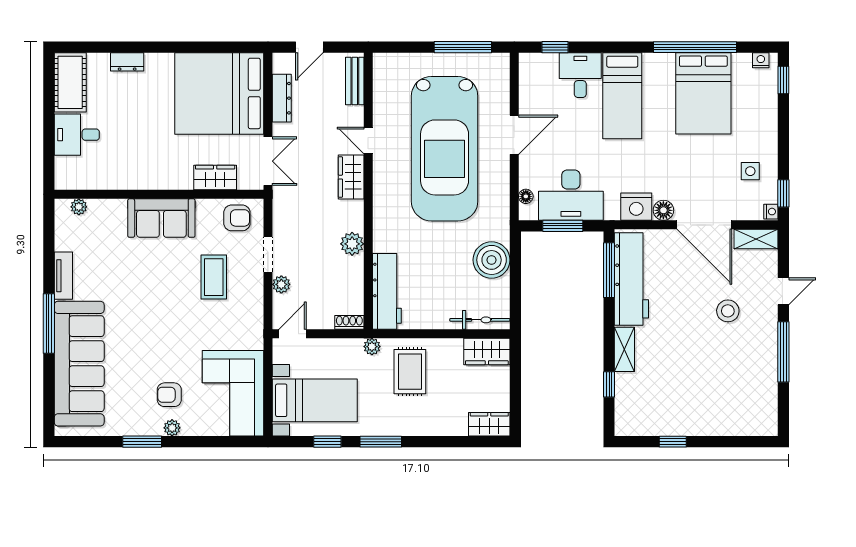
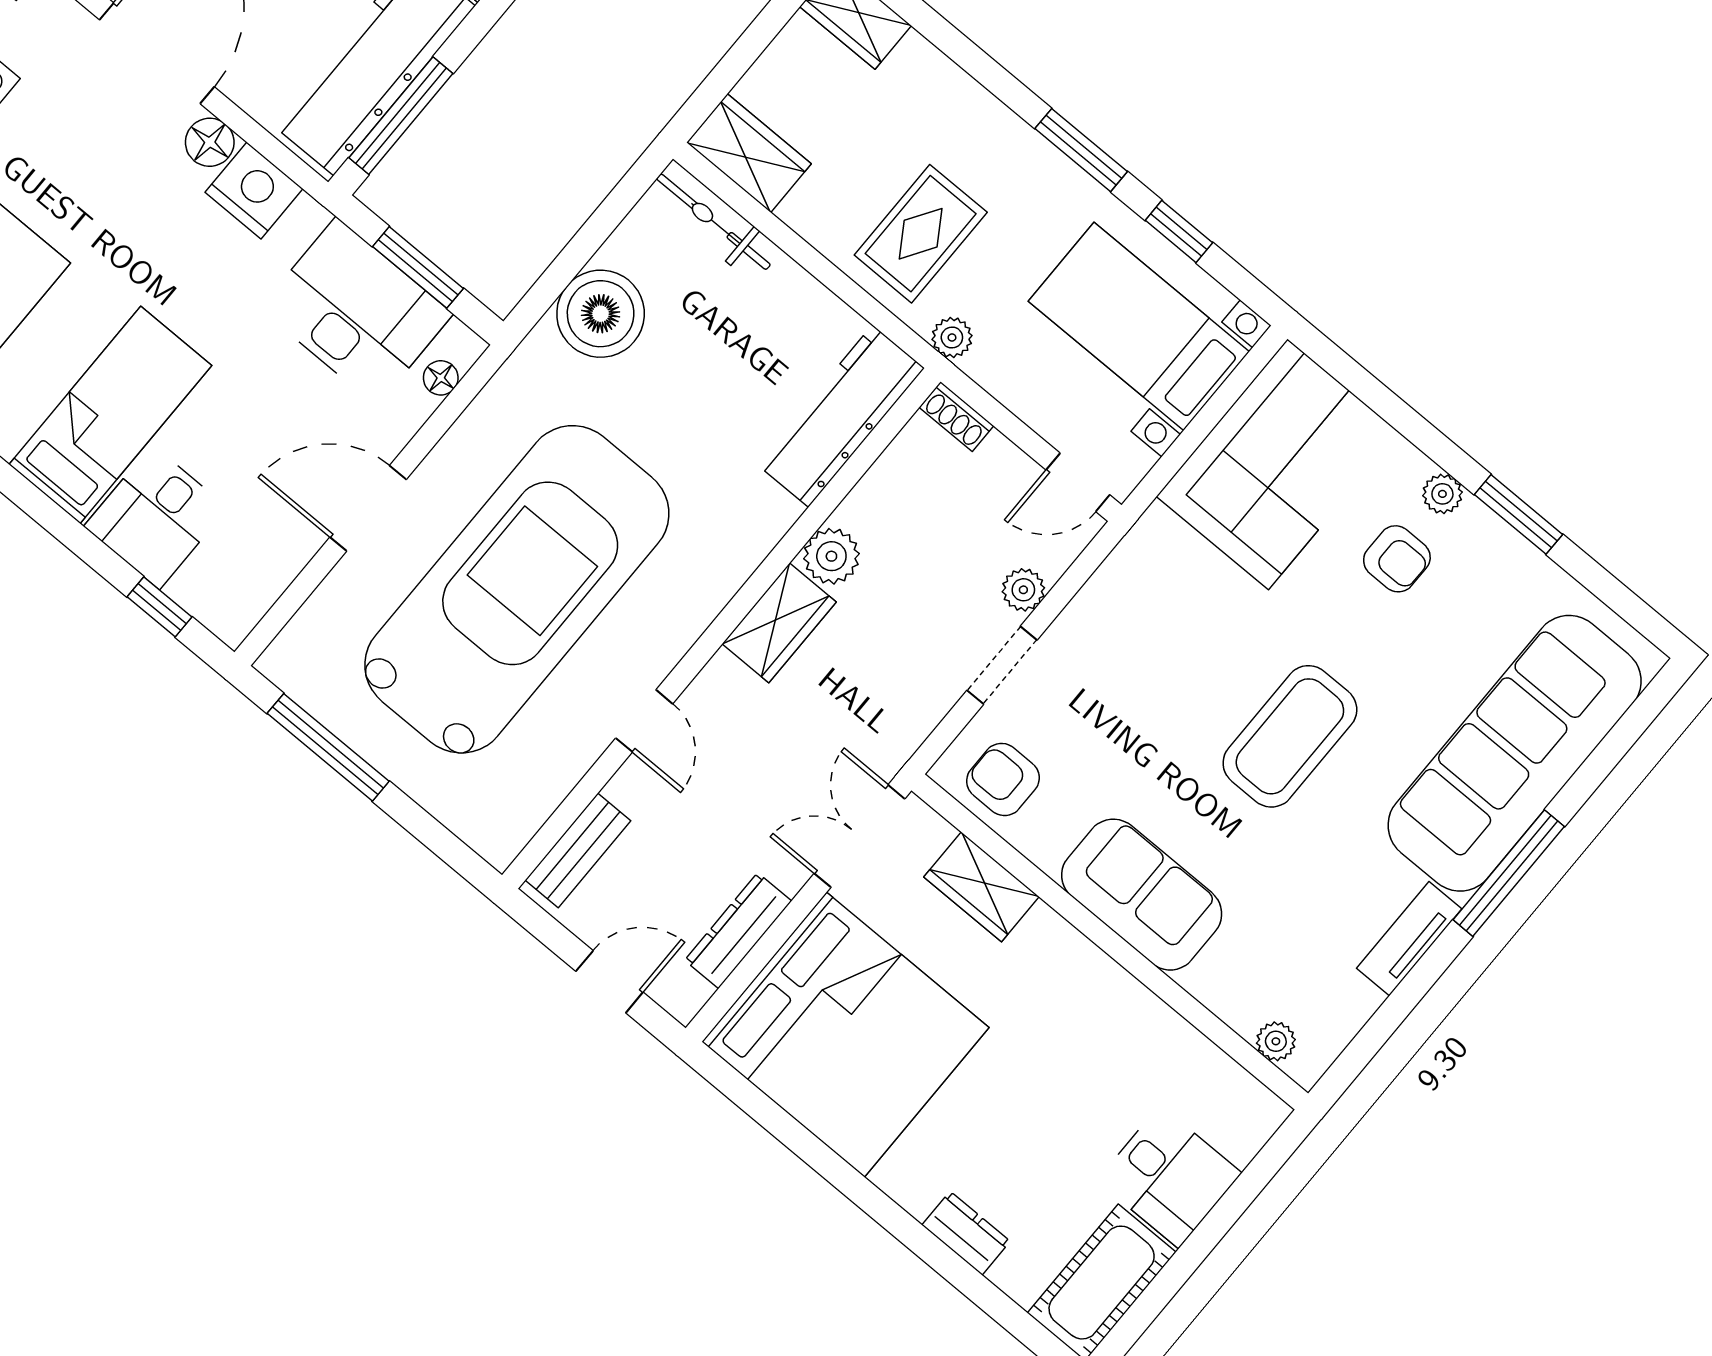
wardrobe: (351, 177) -> (779, 623), moved
coffee table: (214, 277) -> (1290, 736), moved, width x1.36, depth x1.32

